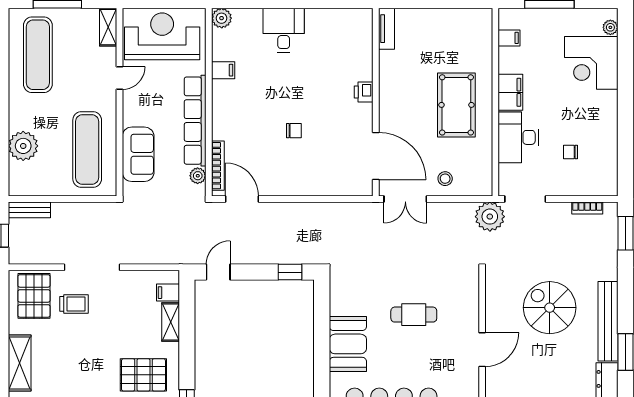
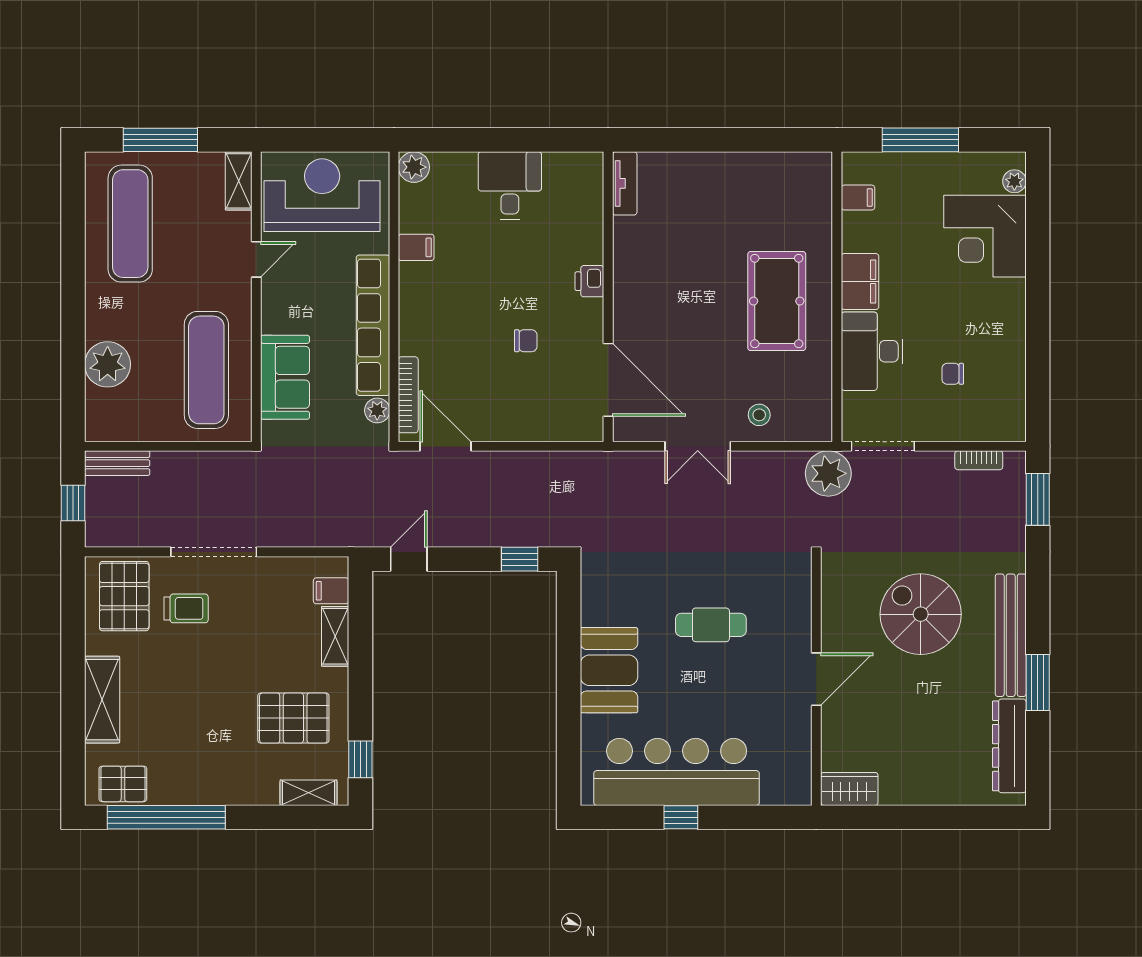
tv unit: (386, 29) -> (625, 183), moved
printer: (364, 92) -> (589, 281), moved
wall: (376, 102) -> (608, 297), moved
door: (376, 156) -> (608, 380), moved

